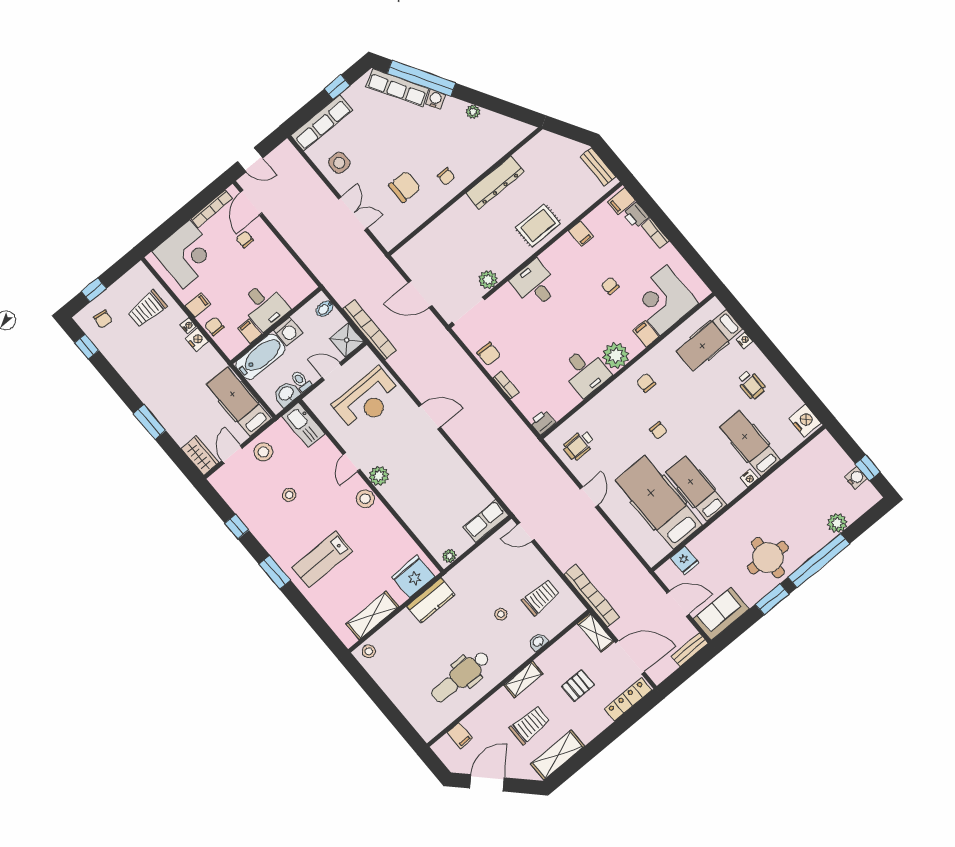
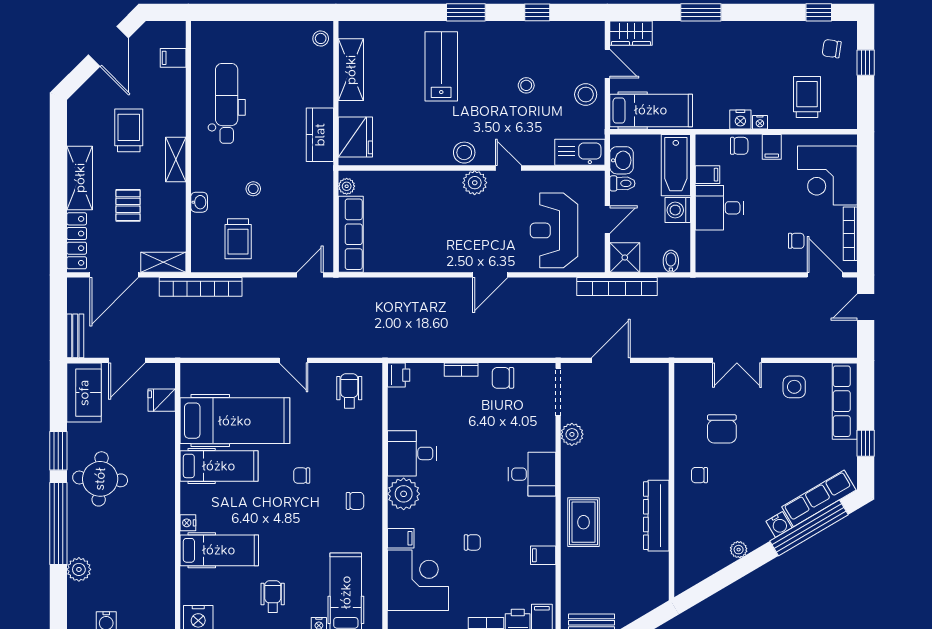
wheelchair: (751, 385) -> (273, 597), turned 90
row of seats: (486, 521) -> (351, 234), width x1.48
trolley: (530, 725) -> (129, 130), turned 180
shelving: (558, 755) -> (80, 178), moved

